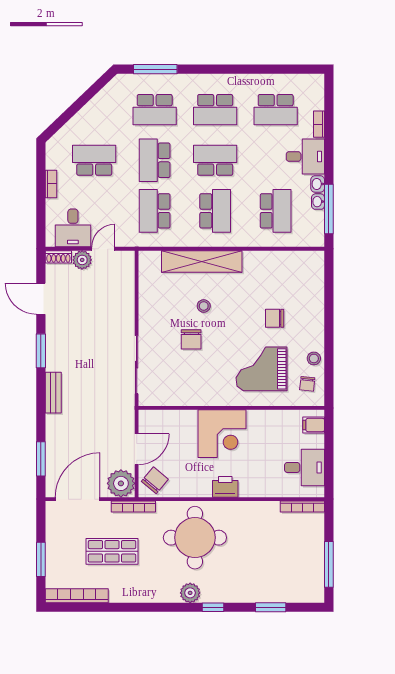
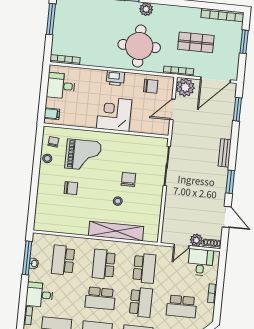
washbasin: (318, 184) -> (33, 275), removed
chair: (155, 480) -> (151, 86), moved, turned -130

